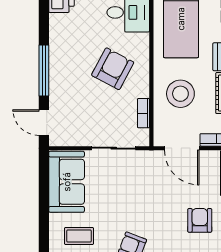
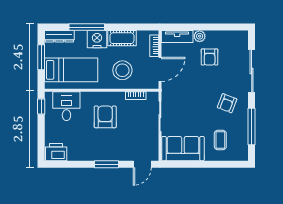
armchair: (113, 69) -> (105, 117), turned 62
window: (44, 71) -> (106, 164), width x0.69
armchair: (200, 220) -> (210, 57), turned -90

